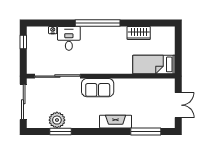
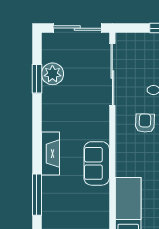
armchair: (93, 52) -> (145, 123), added
sofa: (98, 88) -> (97, 163), moved

